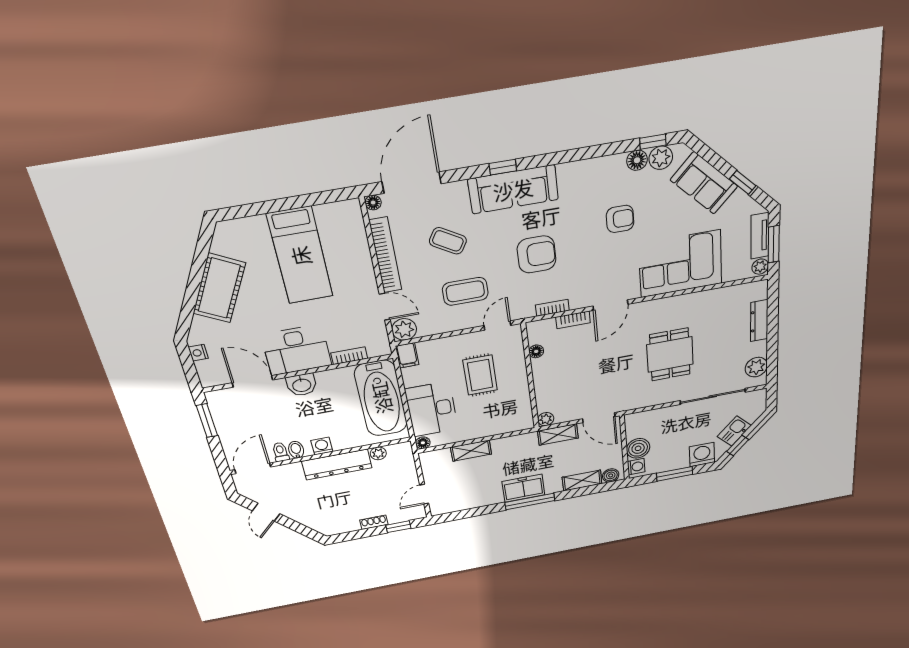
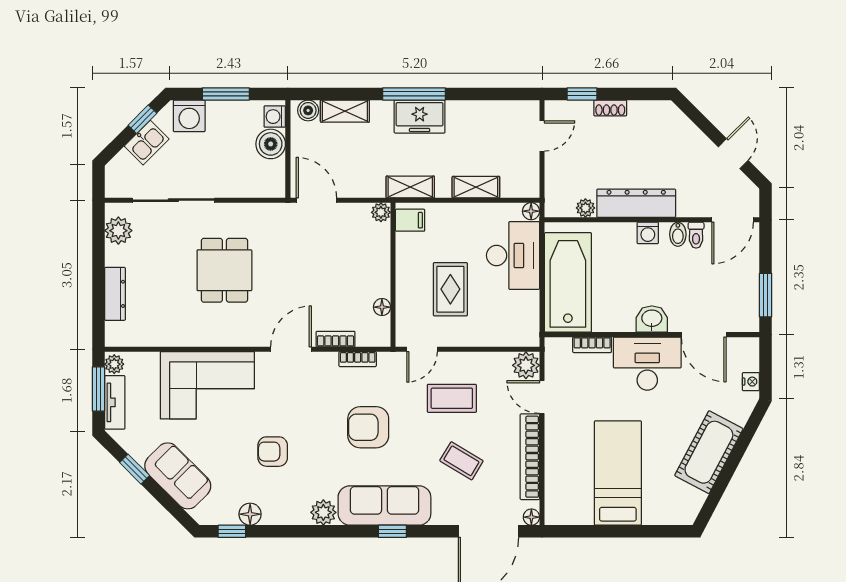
plant: (661, 158) -> (323, 512), moved
filing cabinet: (407, 355) -> (410, 220), moved, turned 90
shelving: (558, 435) -> (410, 187), moved

